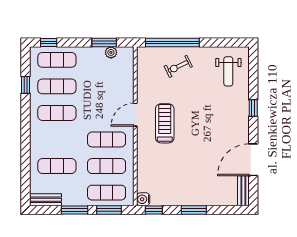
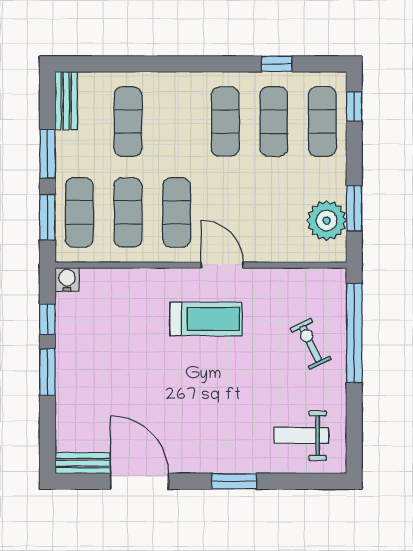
plant: (111, 52) -> (327, 221), width x1.88, depth x1.88
window: (253, 108) -> (234, 481), width x1.50
window: (154, 210) -> (47, 319), moved

